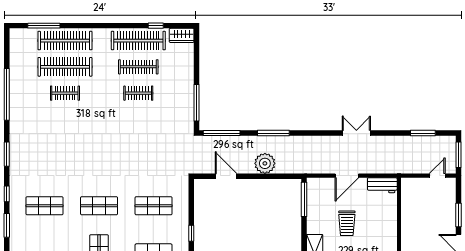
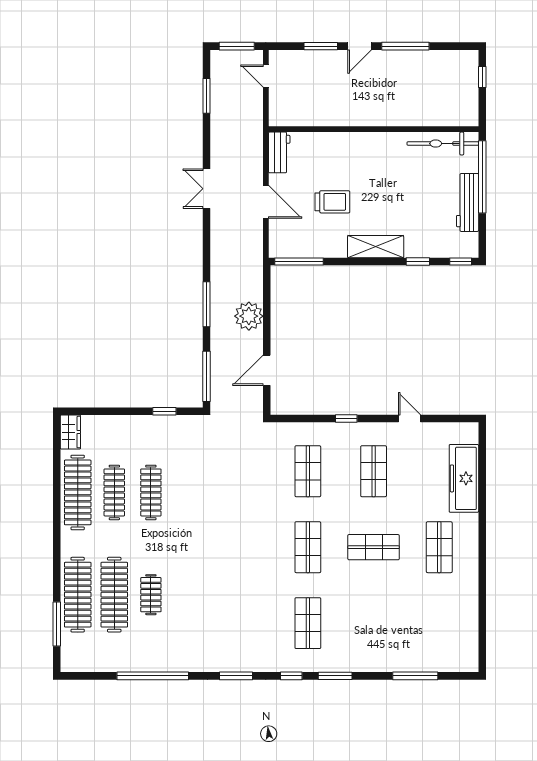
window: (156, 26) -> (57, 468), removed
clothes rail: (138, 93) -> (151, 492), width x1.36
window: (197, 103) -> (164, 411), width x0.46

